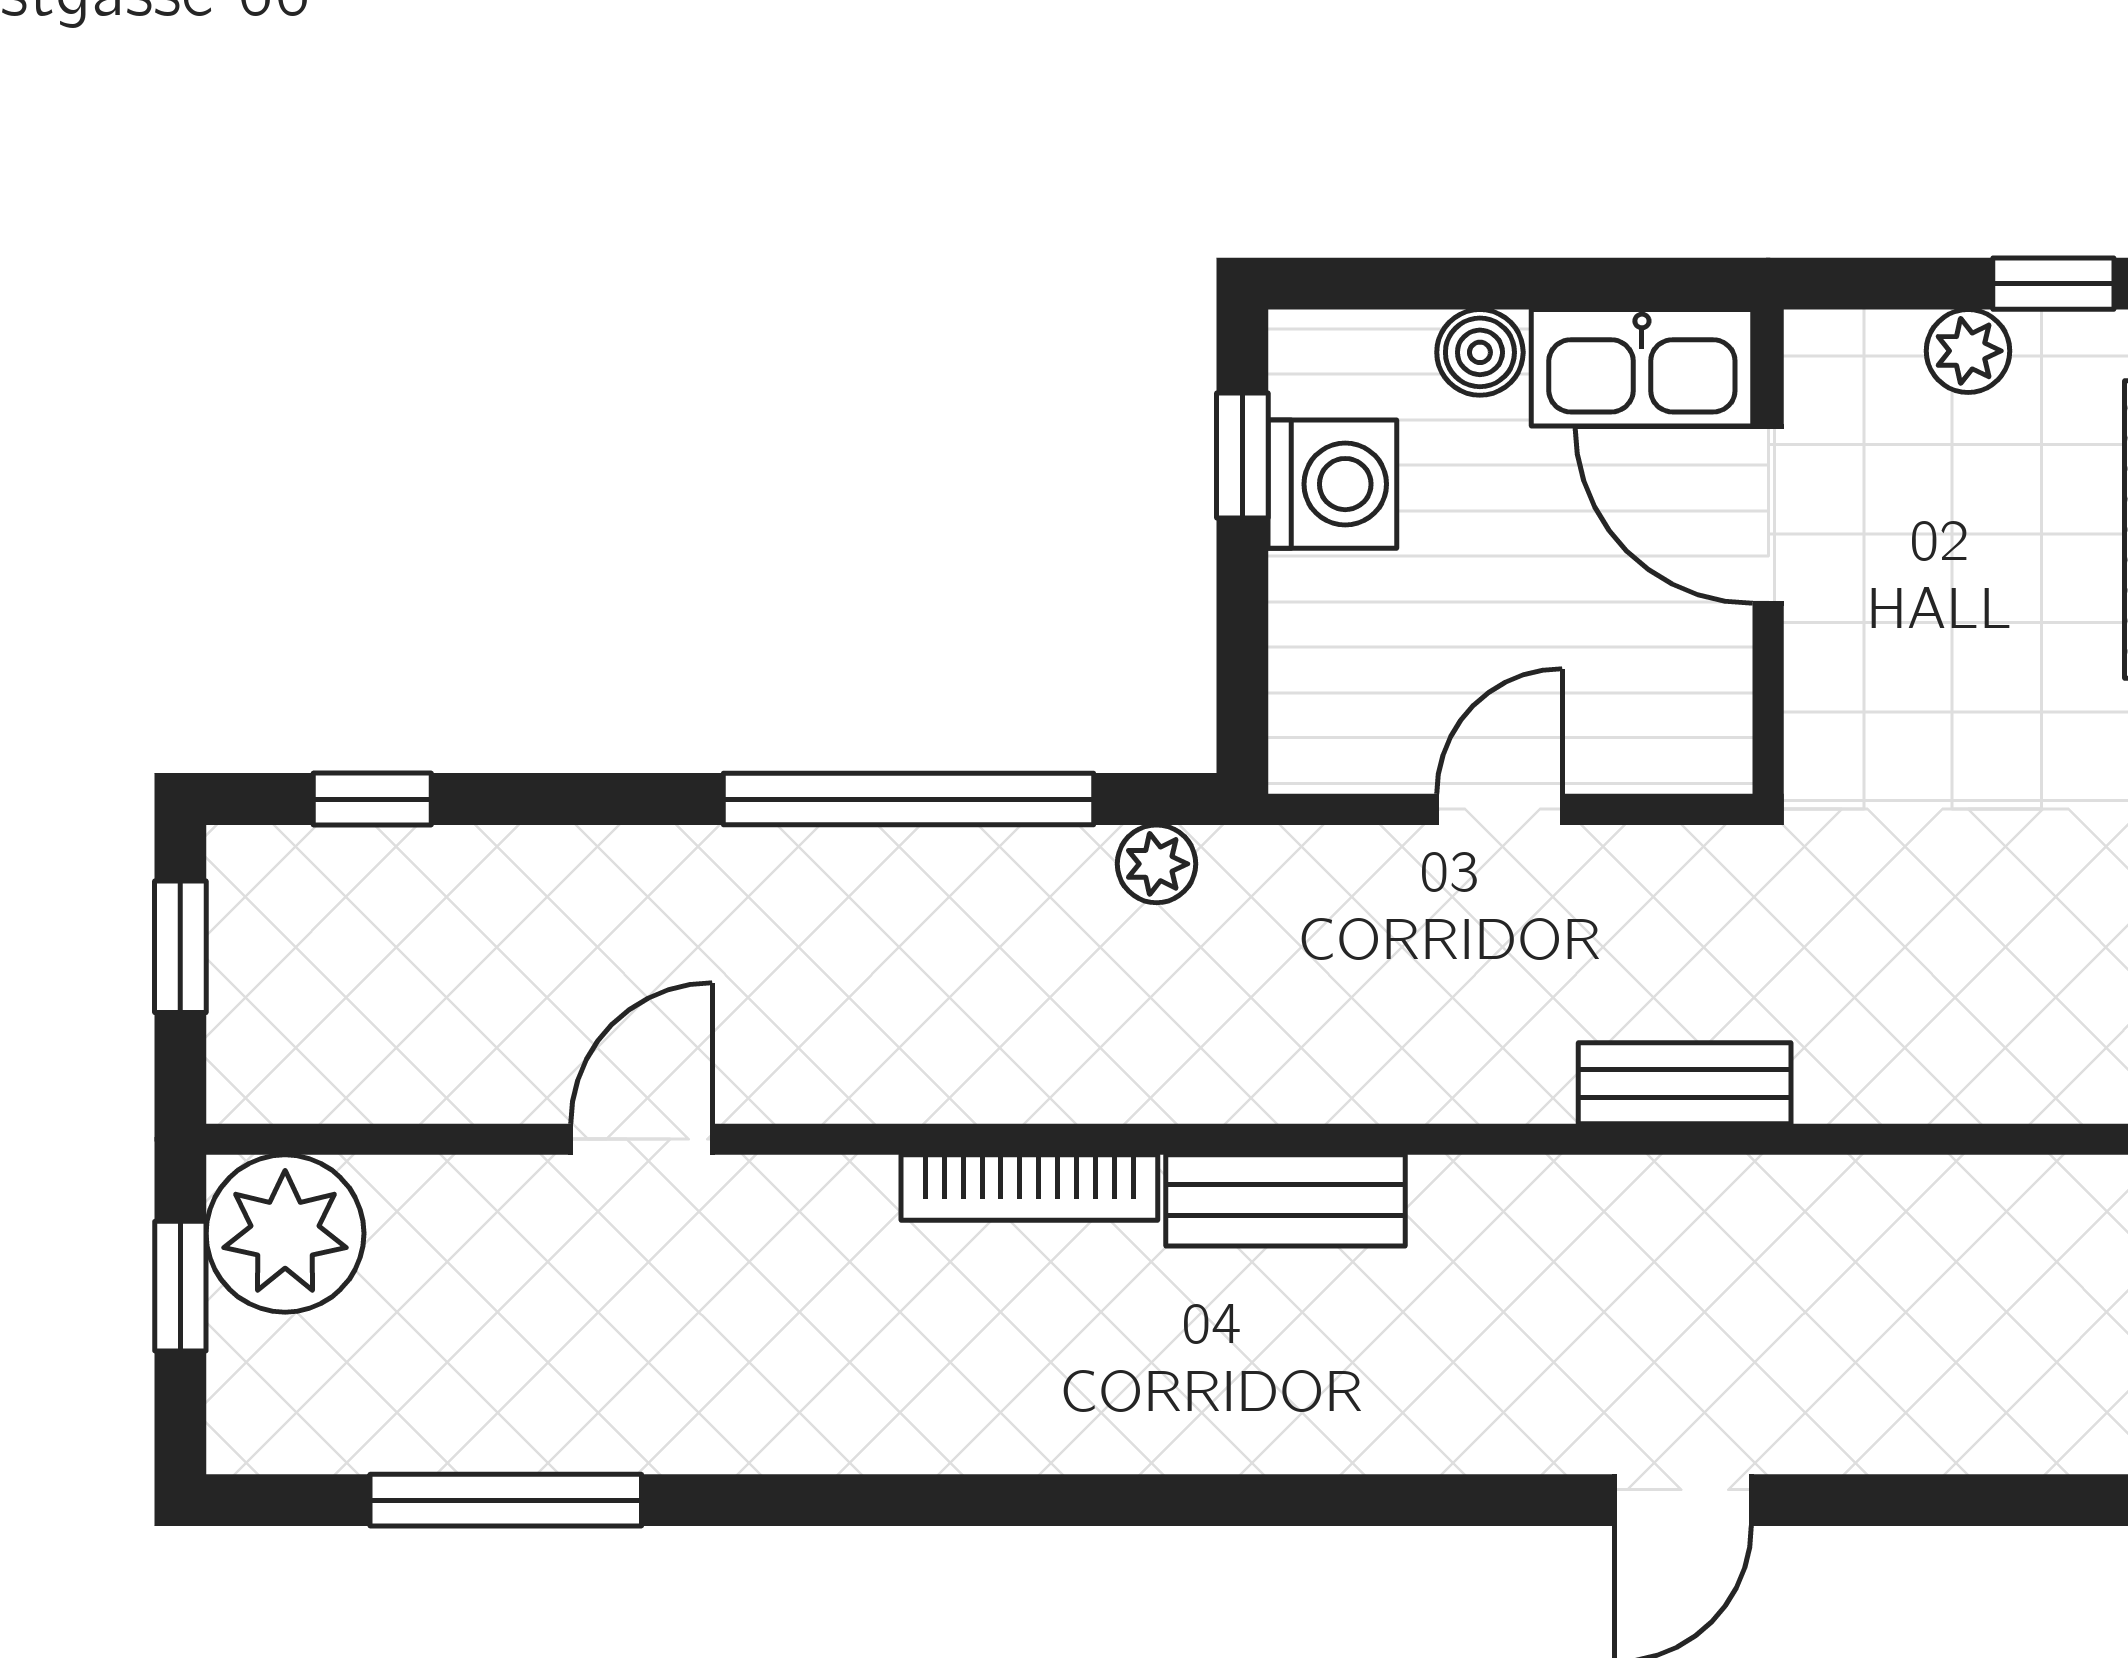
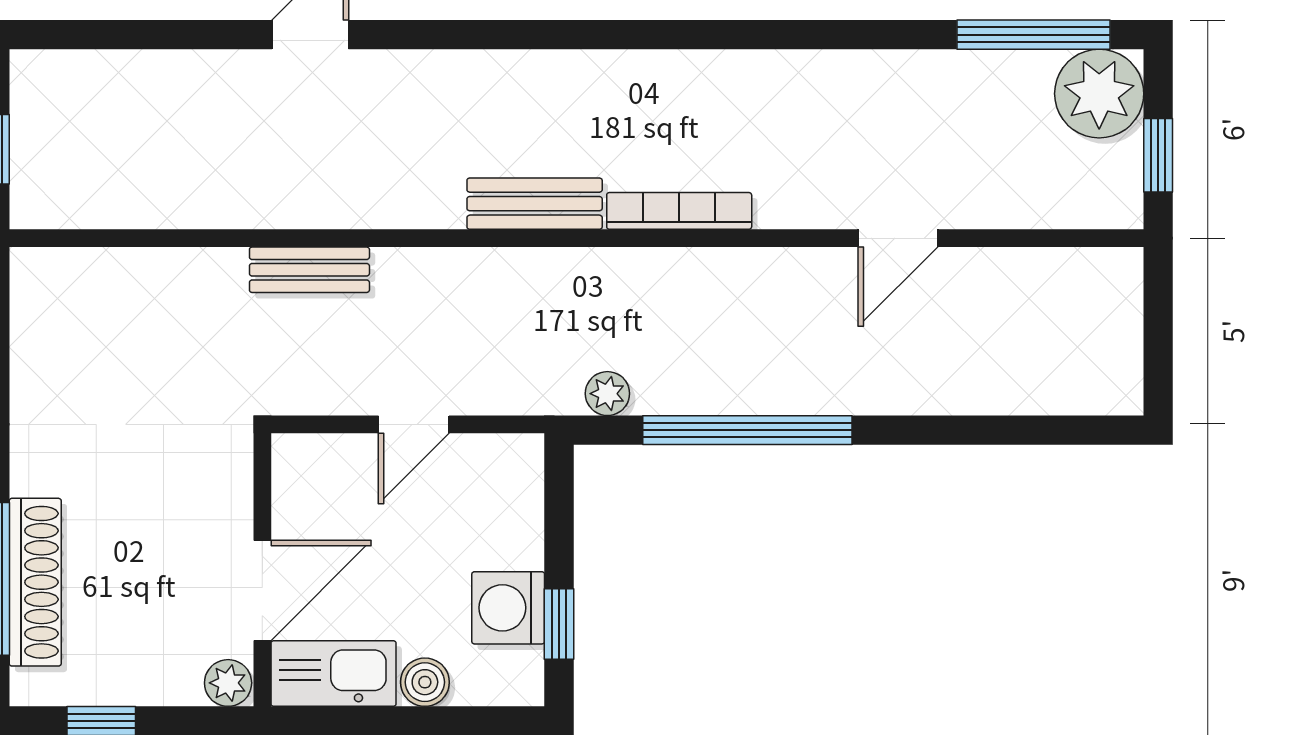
plant: (1968, 351) -> (228, 683), moved
door: (1768, 515) -> (262, 591), hinge flipped
window: (372, 799) -> (1050, 430), removed
window: (180, 947) -> (1158, 347), removed
plant: (285, 1233) -> (1099, 94), moved
window: (506, 1500) -> (1034, 35), moved

